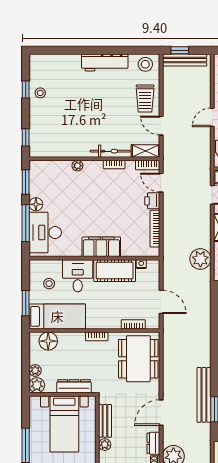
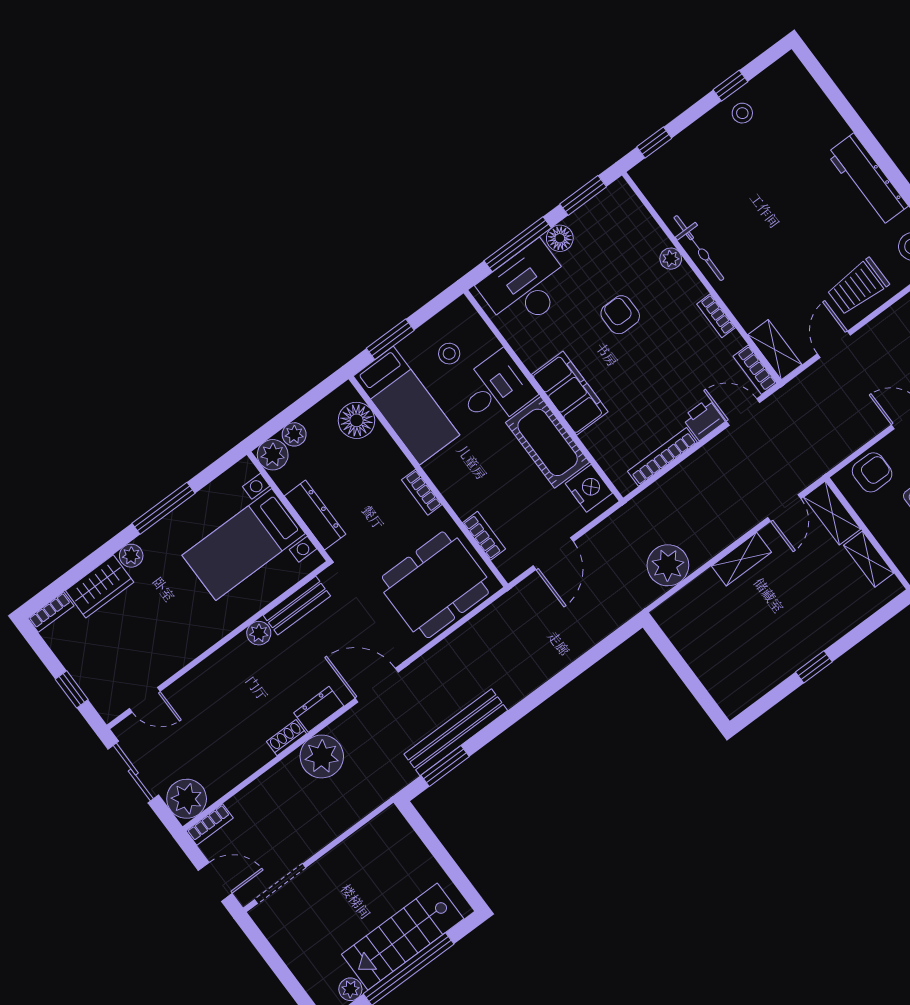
bicycle: (110, 151) -> (699, 248), moved
door: (161, 183) -> (743, 412), hinge flipped
armchair: (85, 203) -> (620, 315), added
nightstand: (141, 264) -> (589, 488), width x1.89, depth x1.79

